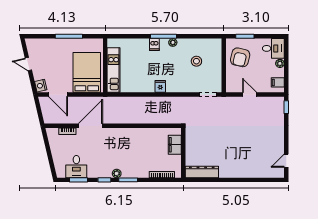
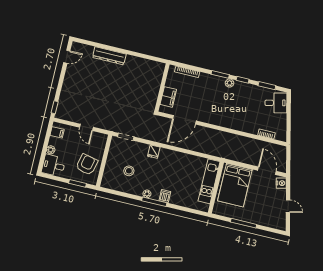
fridge: (160, 86) -> (154, 152), moved
door: (90, 126) -> (184, 120), moved
desk: (76, 167) -> (276, 103), moved, turned 77
dresser: (202, 172) -> (109, 56), moved

